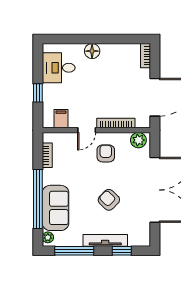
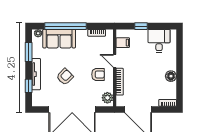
floor lamp: (92, 51) -> (171, 76), moved
window: (74, 251) -> (29, 52), width x0.69

